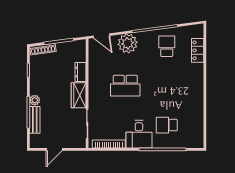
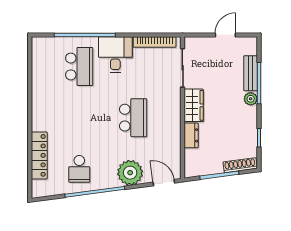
locker: (198, 50) -> (39, 155), width x1.53
school desk: (125, 86) -> (133, 118), turned 90
school desk: (167, 125) -> (79, 66), width x1.85

